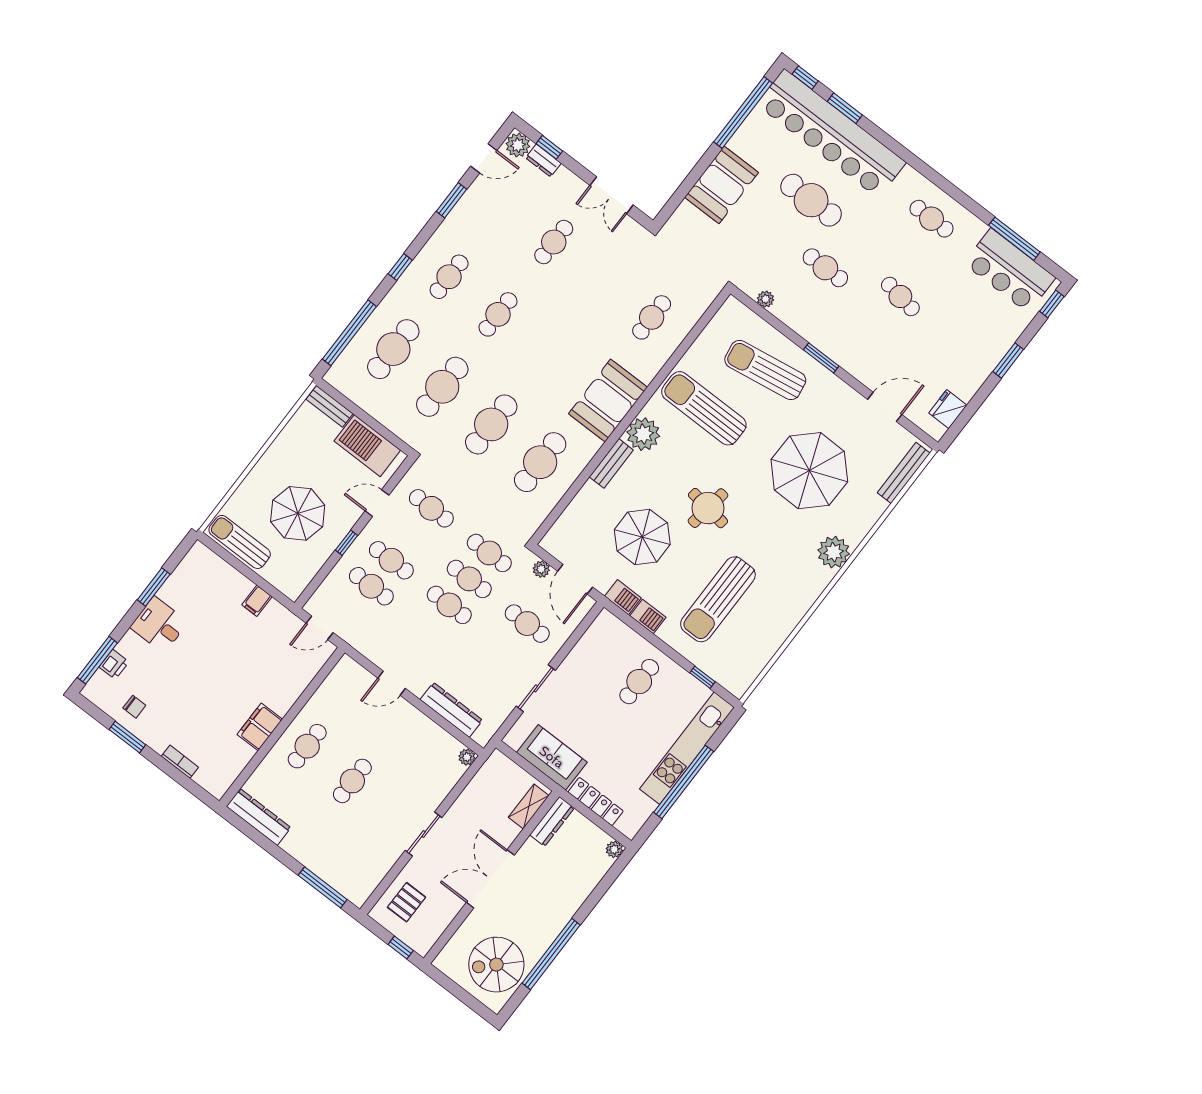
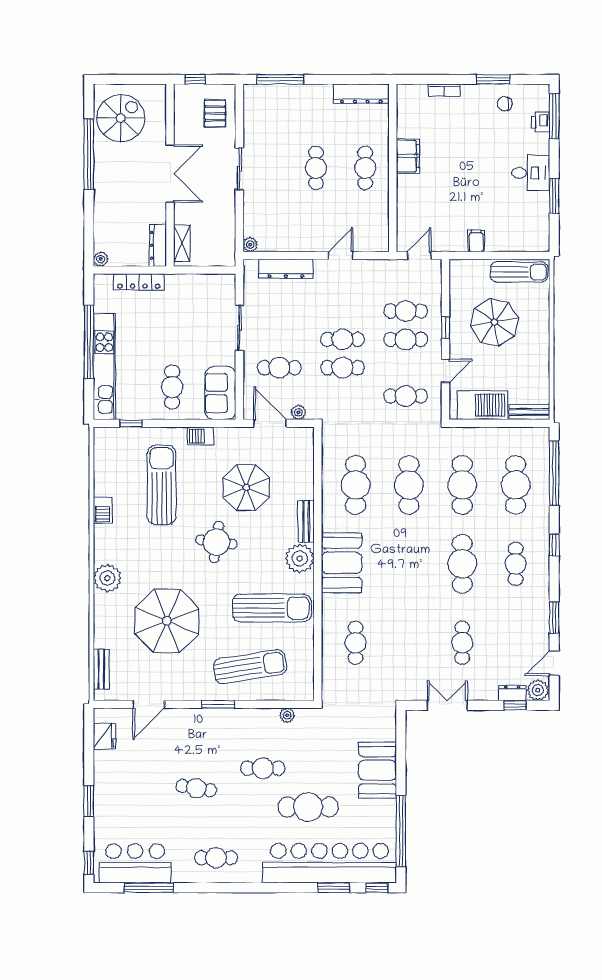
cafe table: (498, 314) -> (462, 564), width x1.37, depth x1.35
bench: (904, 473) -> (101, 669), width x0.73
cafe table: (489, 553) -> (342, 396), removed
barbecue: (623, 597) -> (103, 510), moved, turned -90
sofa: (552, 757) -> (220, 393), moved, turned 90

